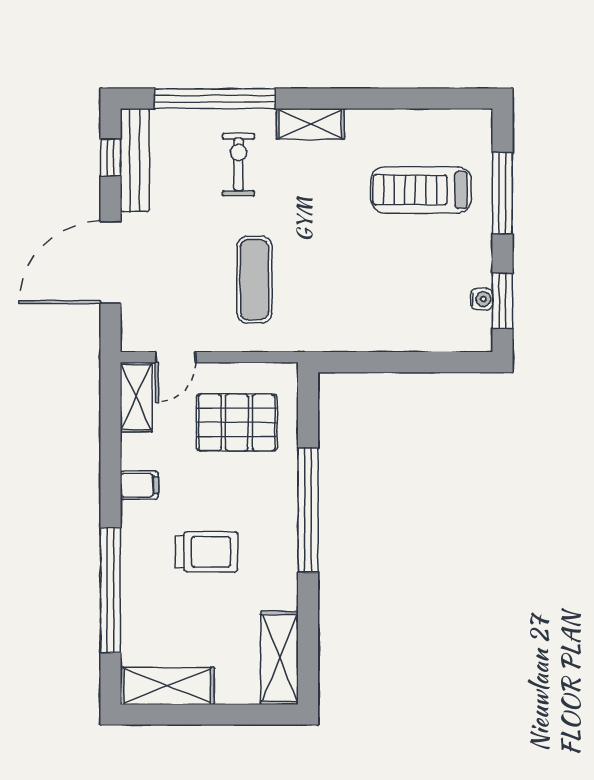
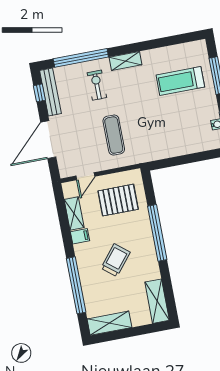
shelving: (136, 397) -> (74, 213), moved
trolley: (206, 552) -> (116, 260), turned -51

